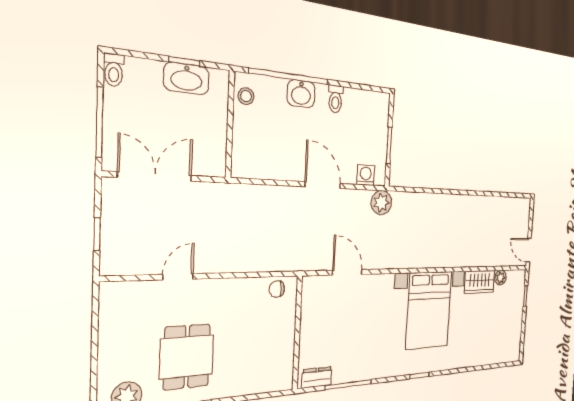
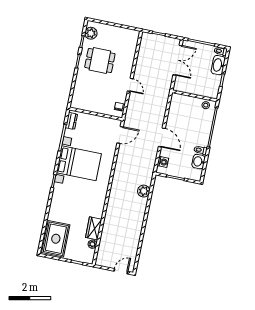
washbasin: (187, 79) -> (218, 65), moved
washbasin: (301, 94) -> (198, 162), moved
door: (323, 185) -> (162, 137), hinge flipped
plant: (381, 203) -> (144, 191), moved
door: (529, 250) -> (121, 271), moved
door: (347, 272) -> (120, 135), moved
door: (178, 277) -> (130, 85), moved
bed with nightstands: (429, 310) -> (79, 163), moved, turned 180
rug: (499, 342) -> (56, 239), added

